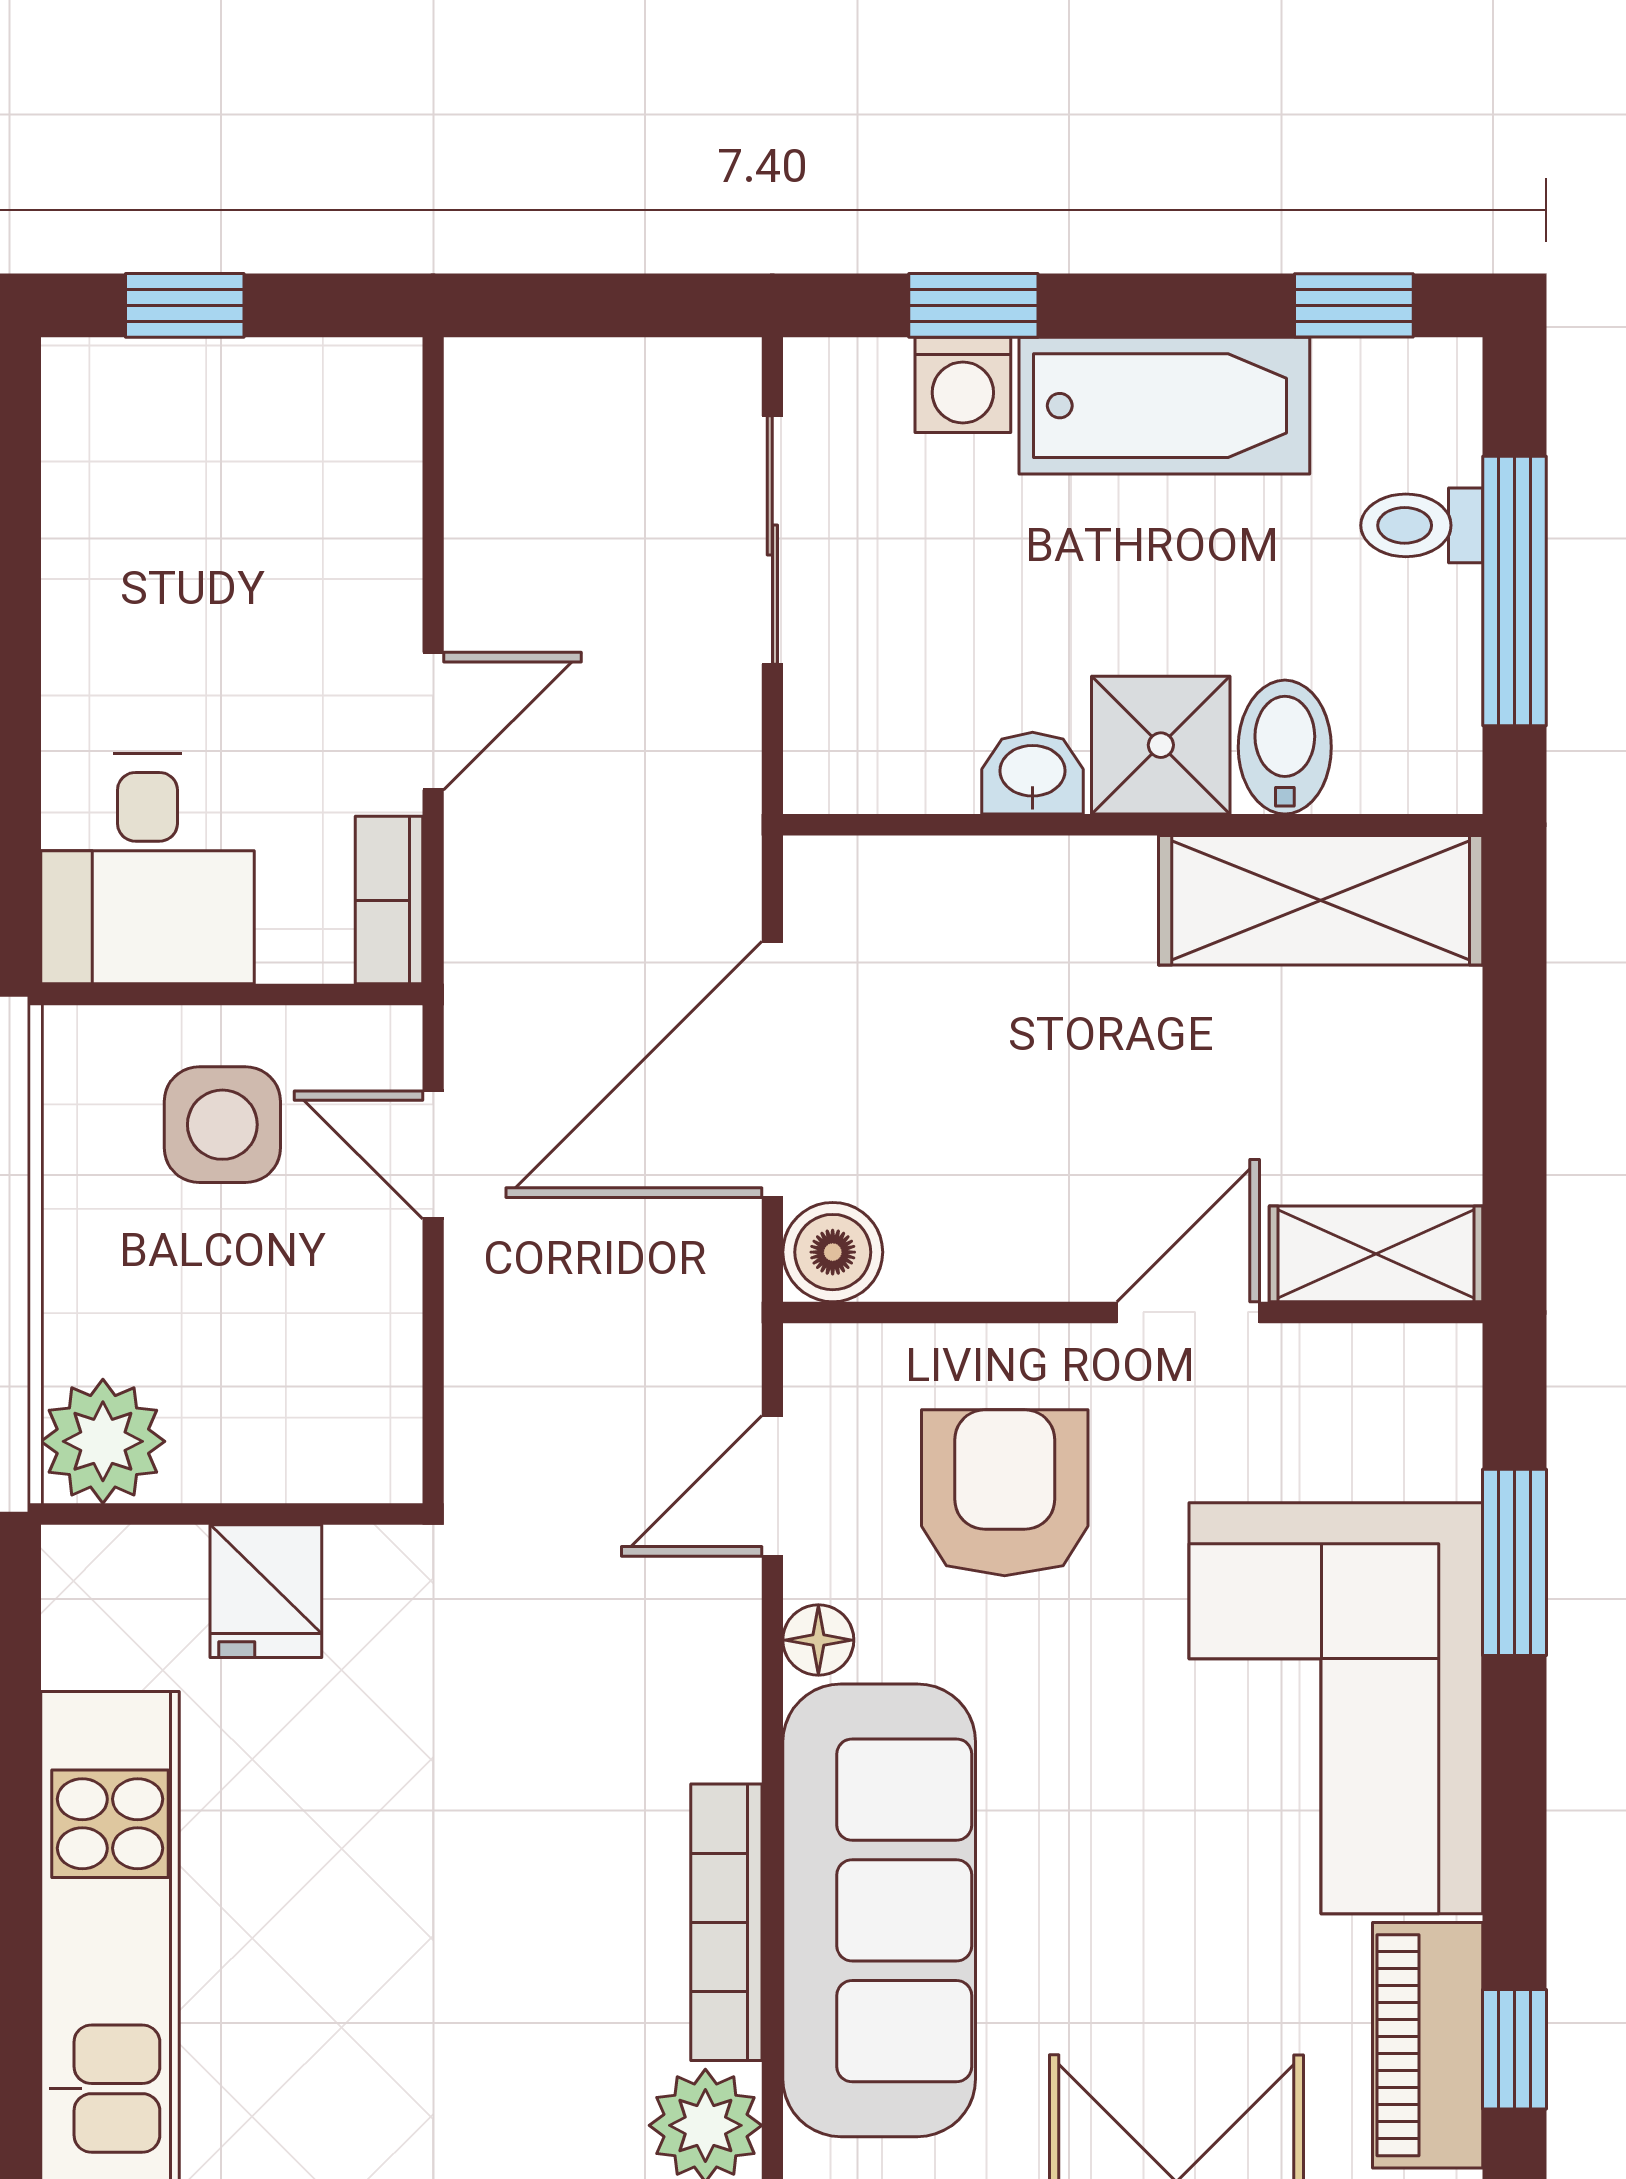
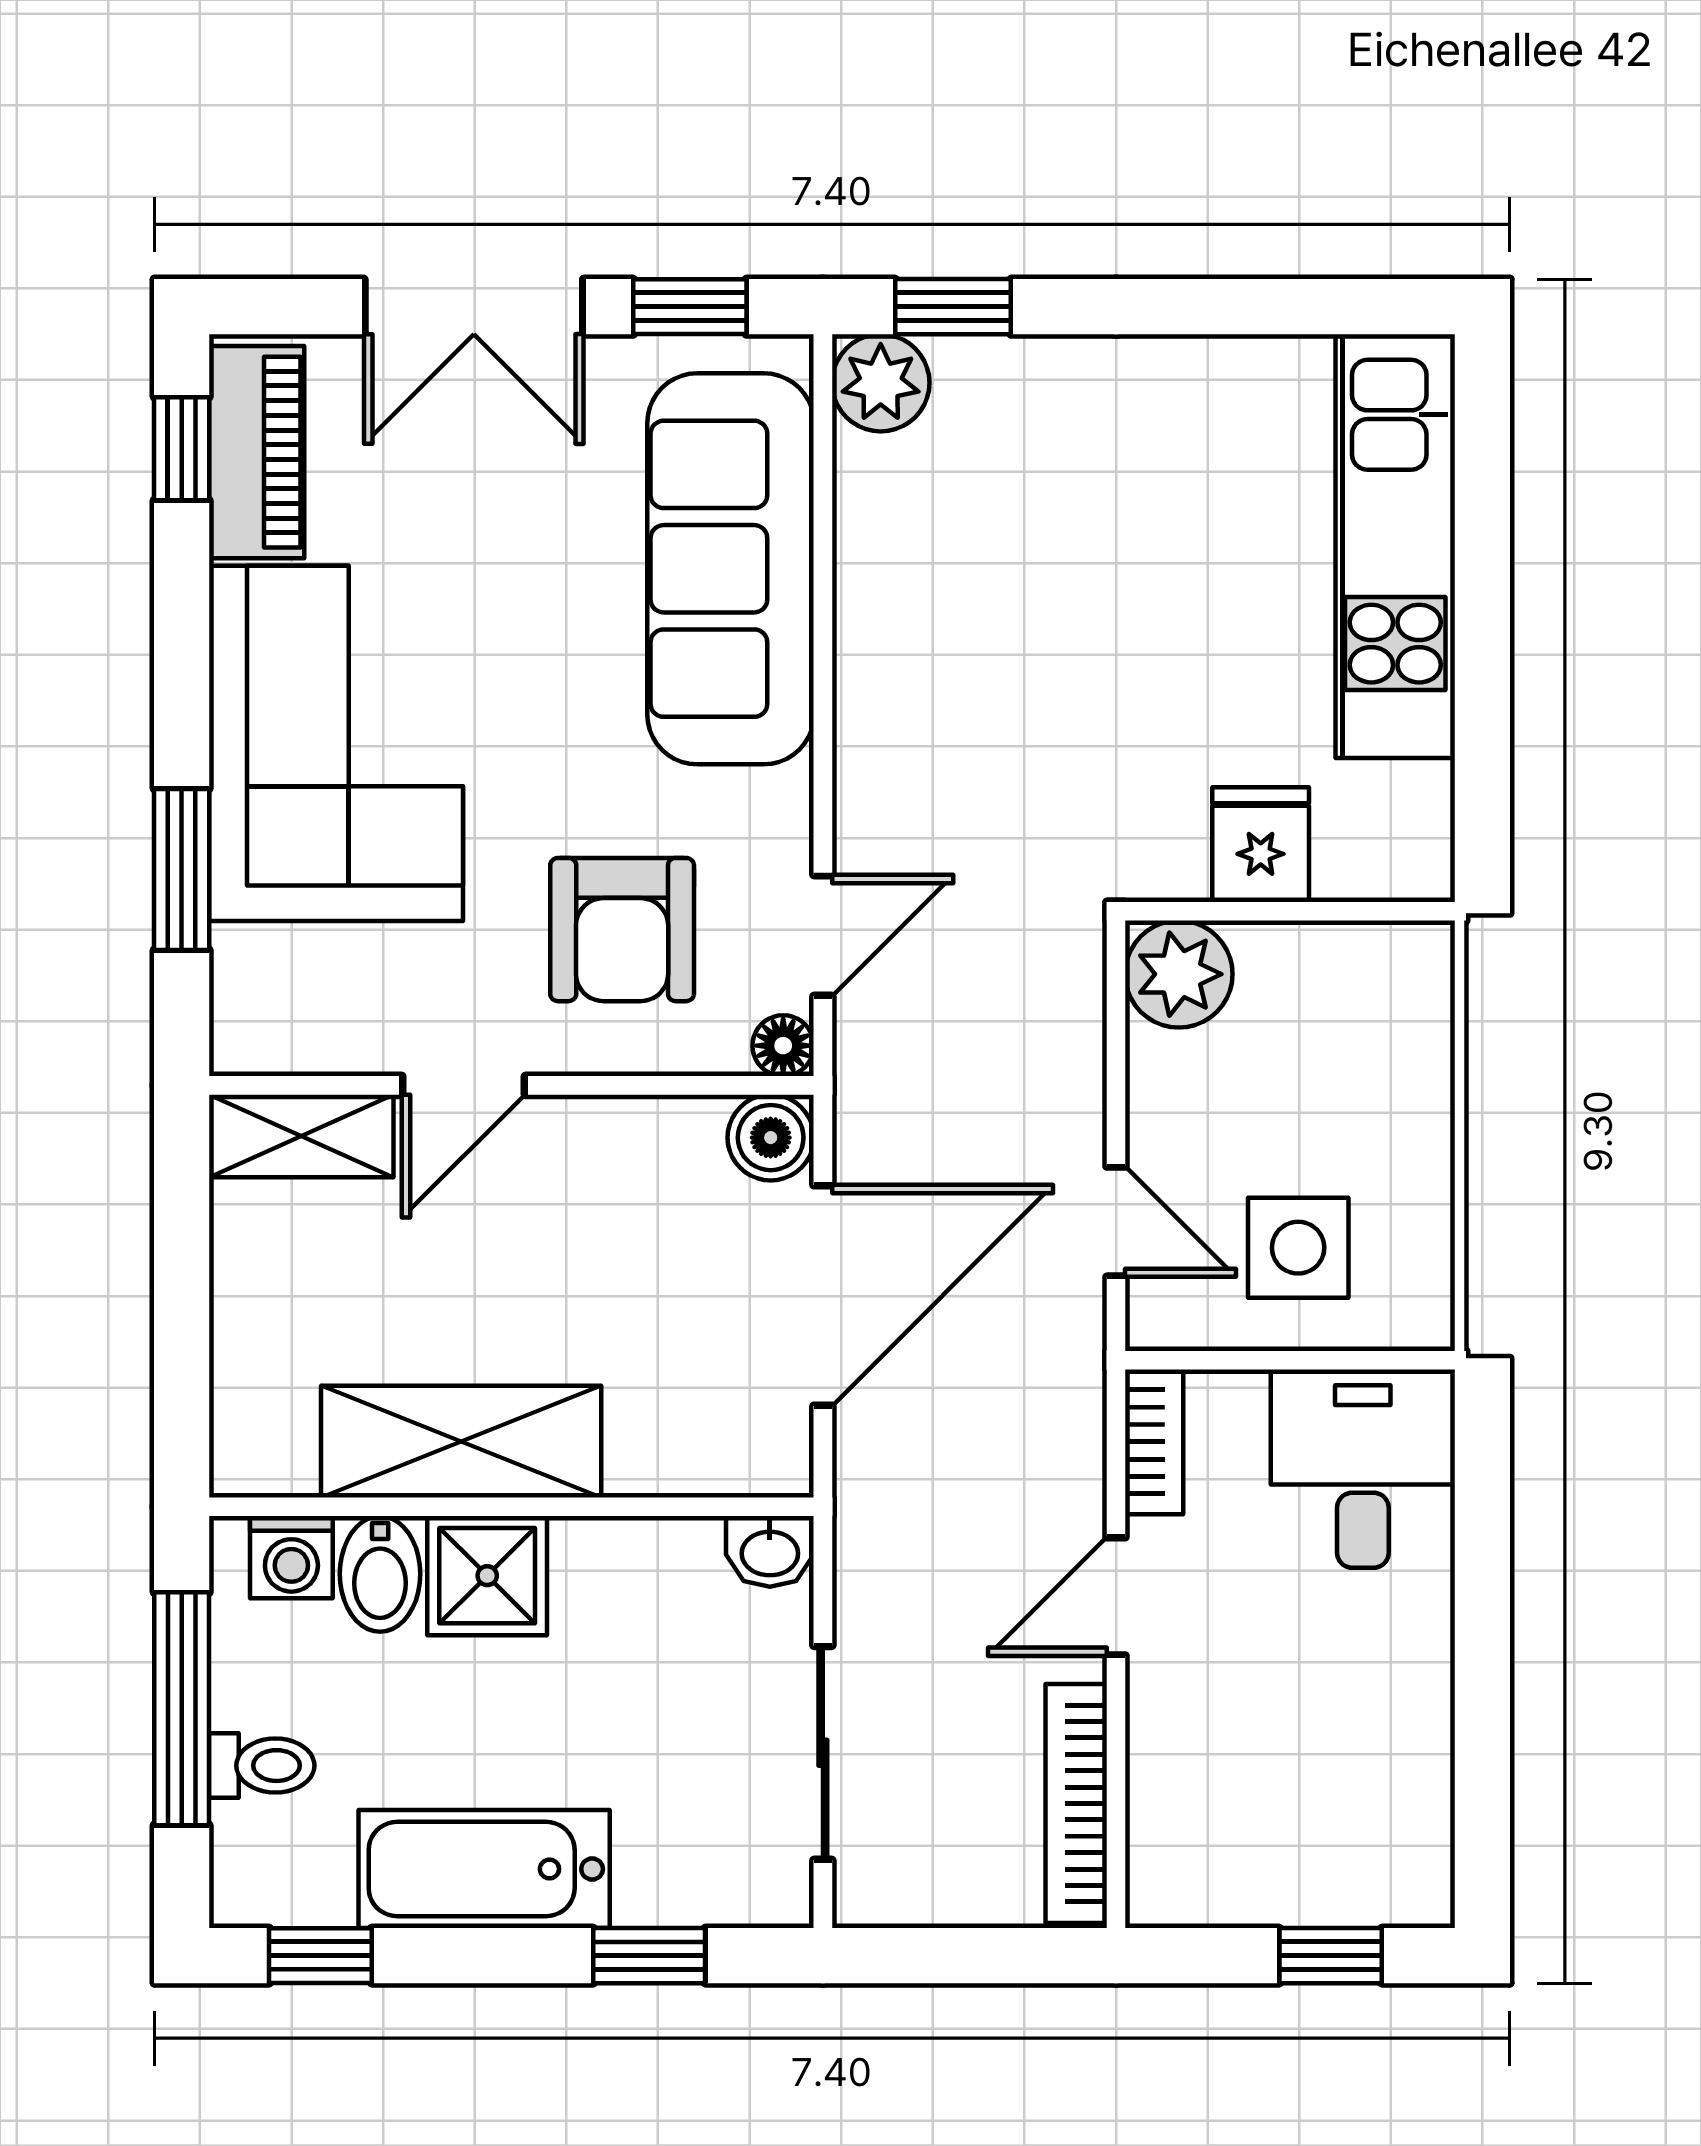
washing machine: (963, 385) -> (291, 1557), moved, turned 180
washbasin: (1033, 773) -> (770, 1551), moved
shelving: (1321, 900) -> (461, 1442), moved
plant: (103, 1441) -> (1179, 974), moved
floor lamp: (818, 1640) -> (783, 1046), moved
bookcase: (726, 1922) -> (1076, 1803), moved, turned 180

